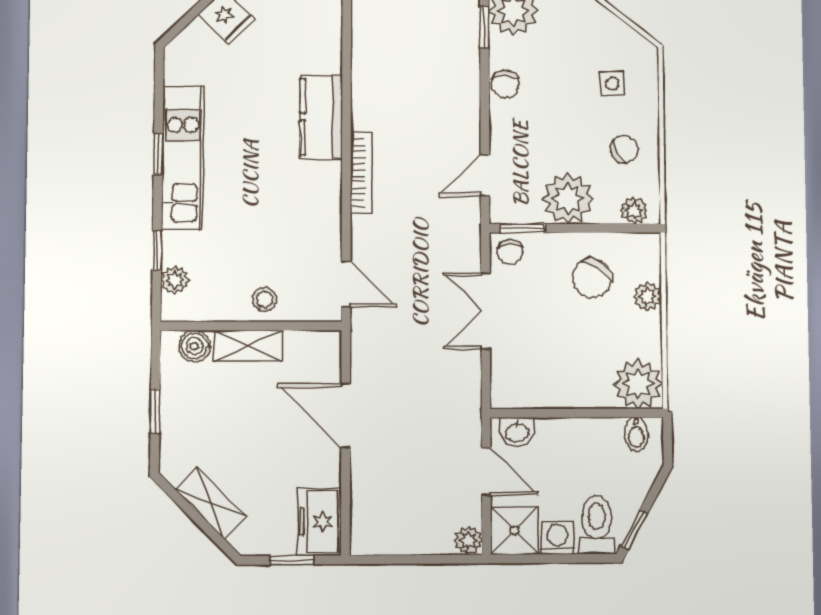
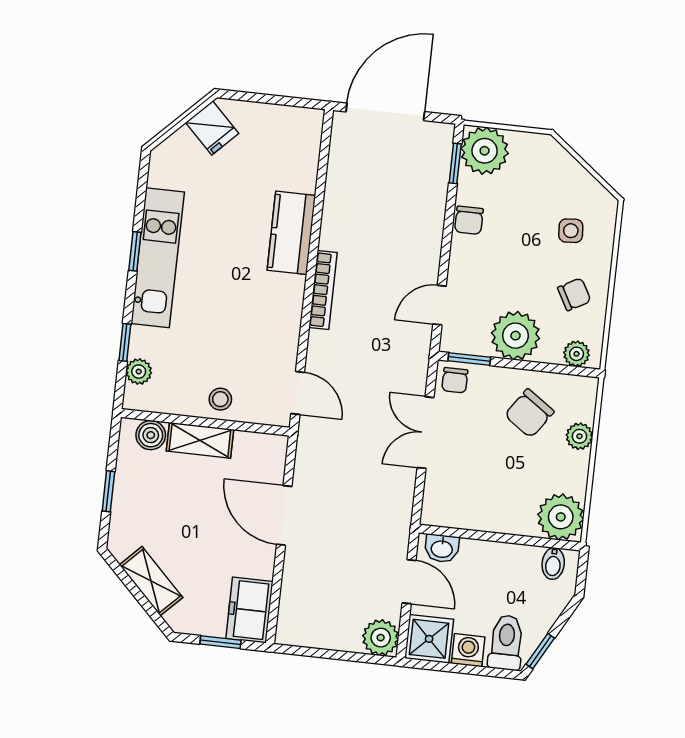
plant: (468, 540) -> (381, 638), width x1.38, depth x1.38

